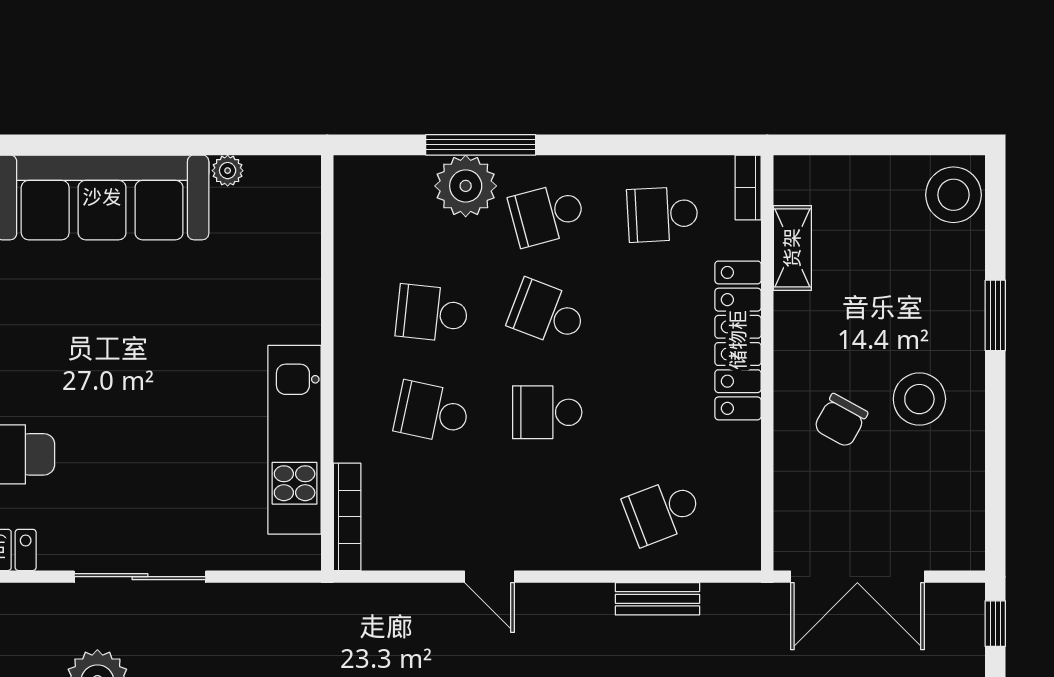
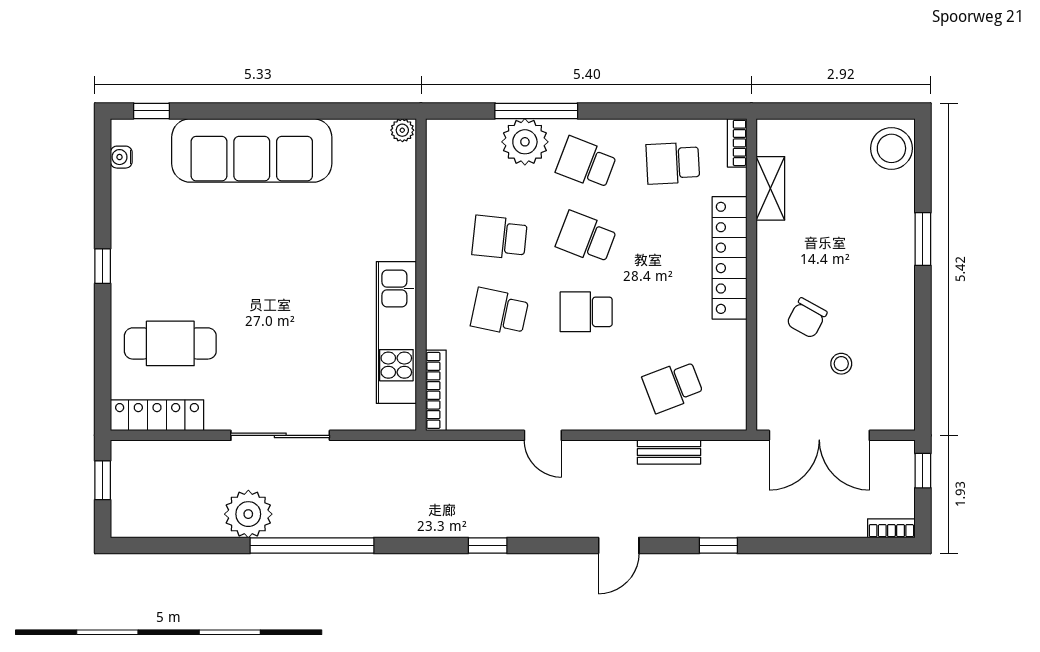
plant: (228, 171) -> (402, 130), moved
school desk: (547, 214) -> (586, 163), turned 36
stool: (919, 399) -> (841, 364), moved, width x0.53, depth x0.53

